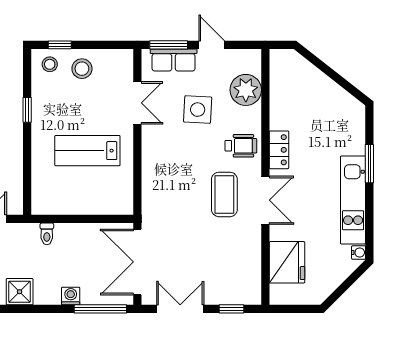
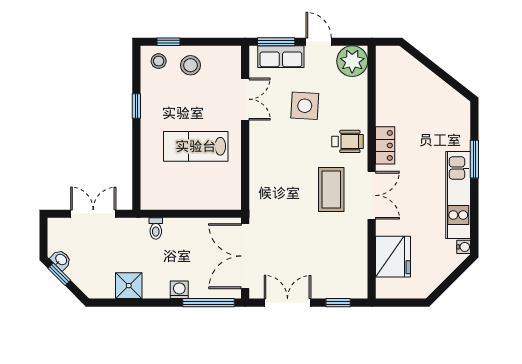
plant: (246, 90) -> (352, 61), moved

